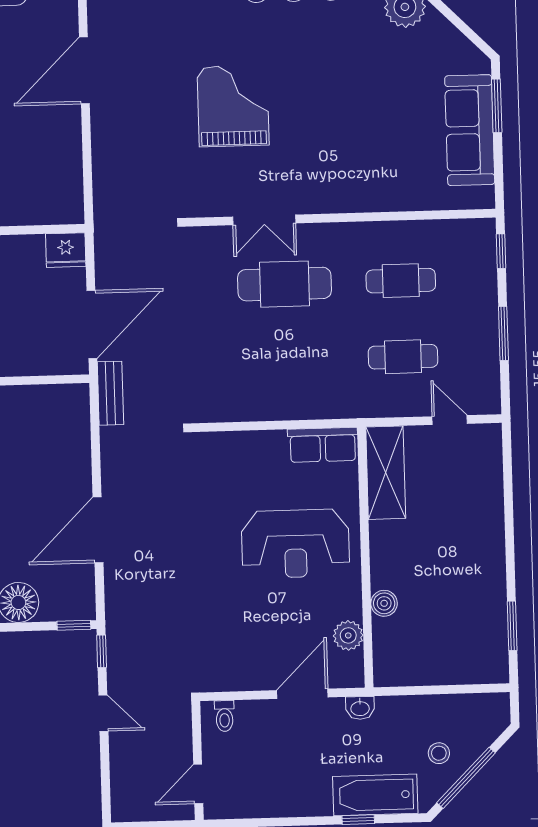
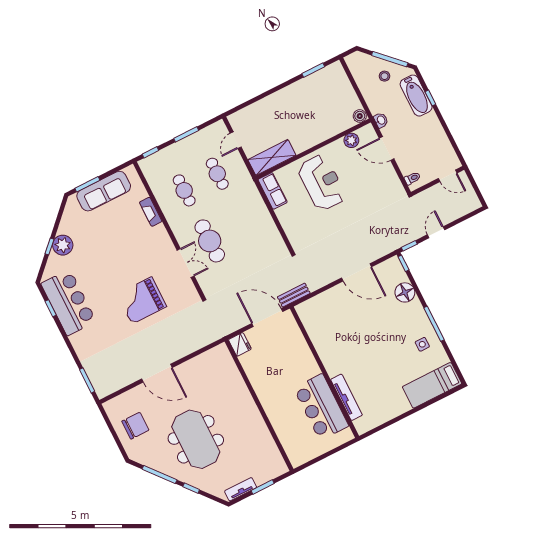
fireplace: (390, 200) -> (151, 212), added
boiler: (384, 603) -> (360, 116), moved

